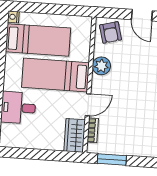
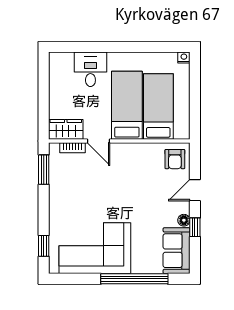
armchair: (111, 32) -> (175, 159), turned -75
bed: (38, 40) -> (158, 106), moved, turned 180
plant: (101, 66) -> (140, 152), removed

